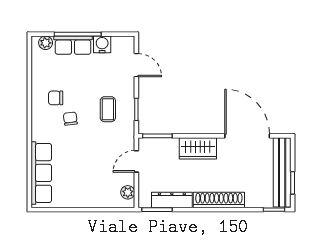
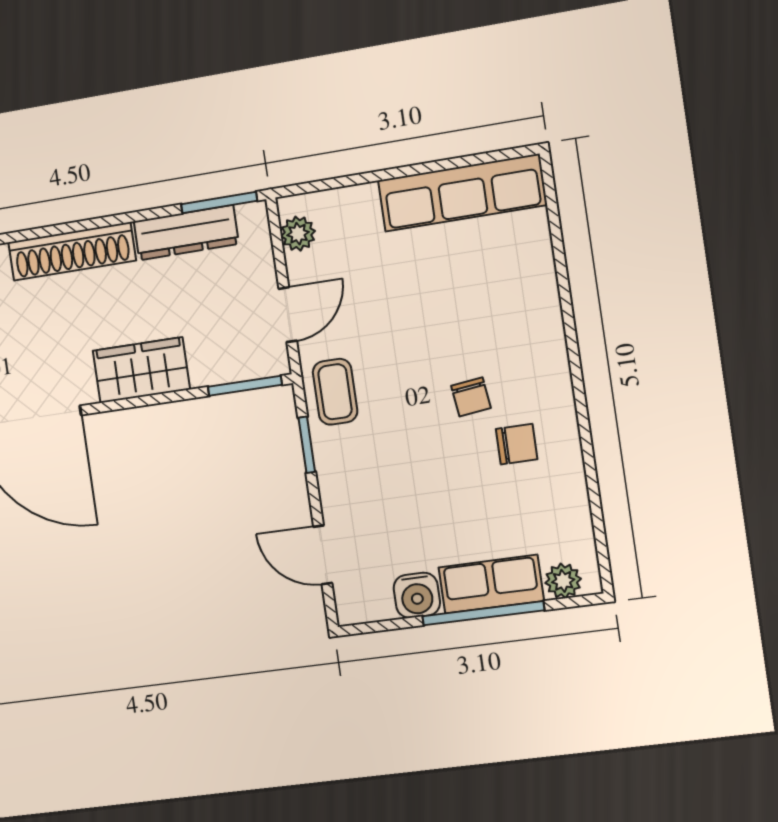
coffee table: (108, 109) -> (335, 392), moved
row of seats: (41, 173) -> (462, 193), moved, turned -90

